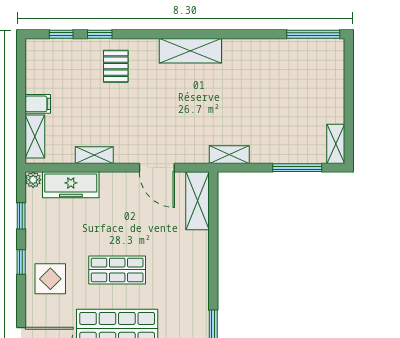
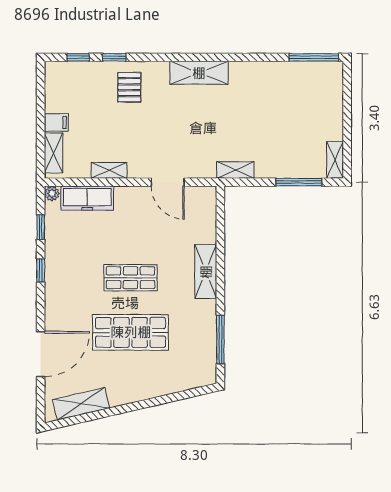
shelving: (198, 201) -> (206, 272), moved
display table: (50, 279) -> (68, 286), removed

